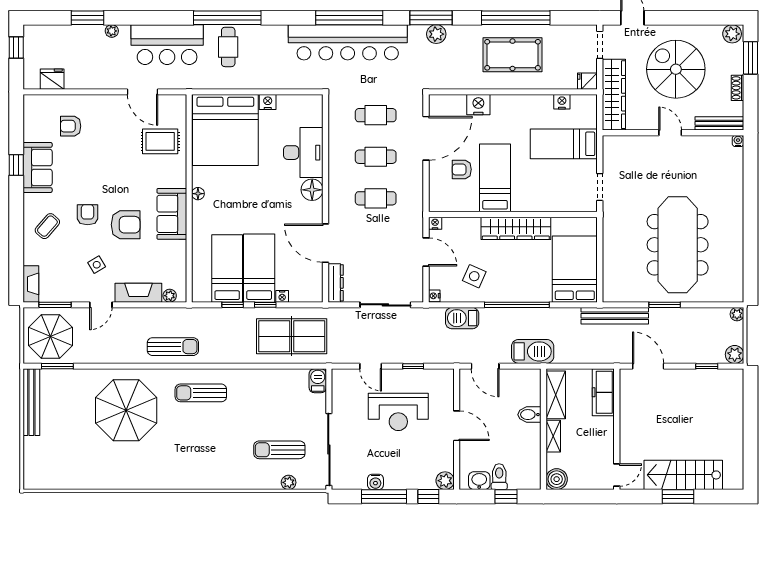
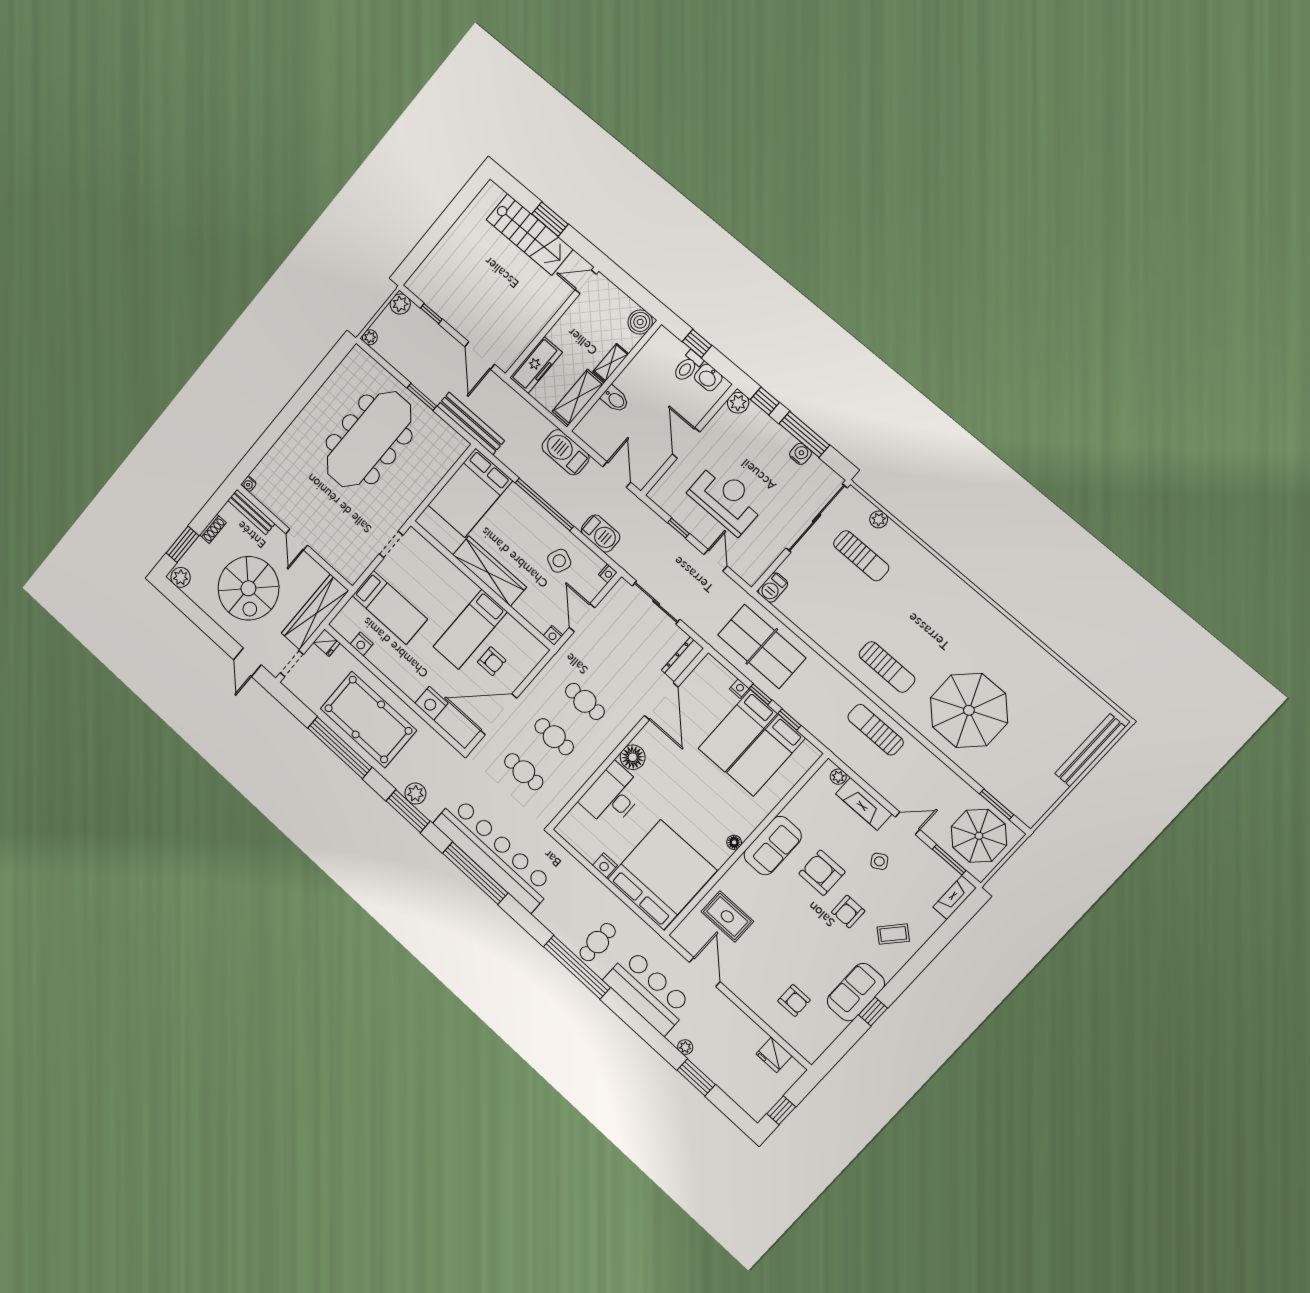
pool table: (513, 55) -> (368, 719), width x1.36, depth x1.32
bench: (31, 402) -> (1090, 750), moved

